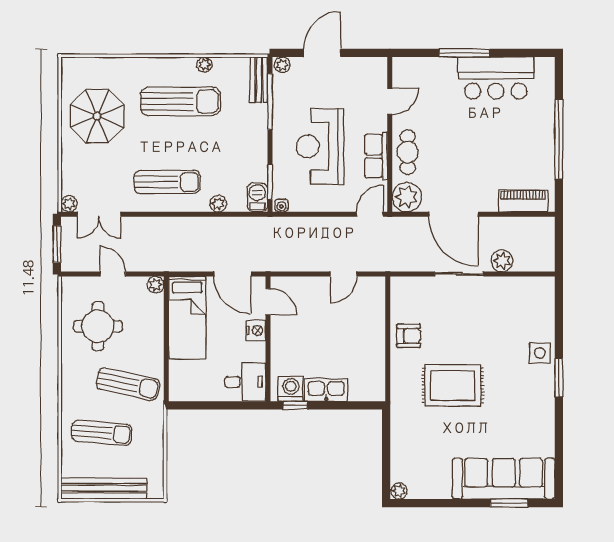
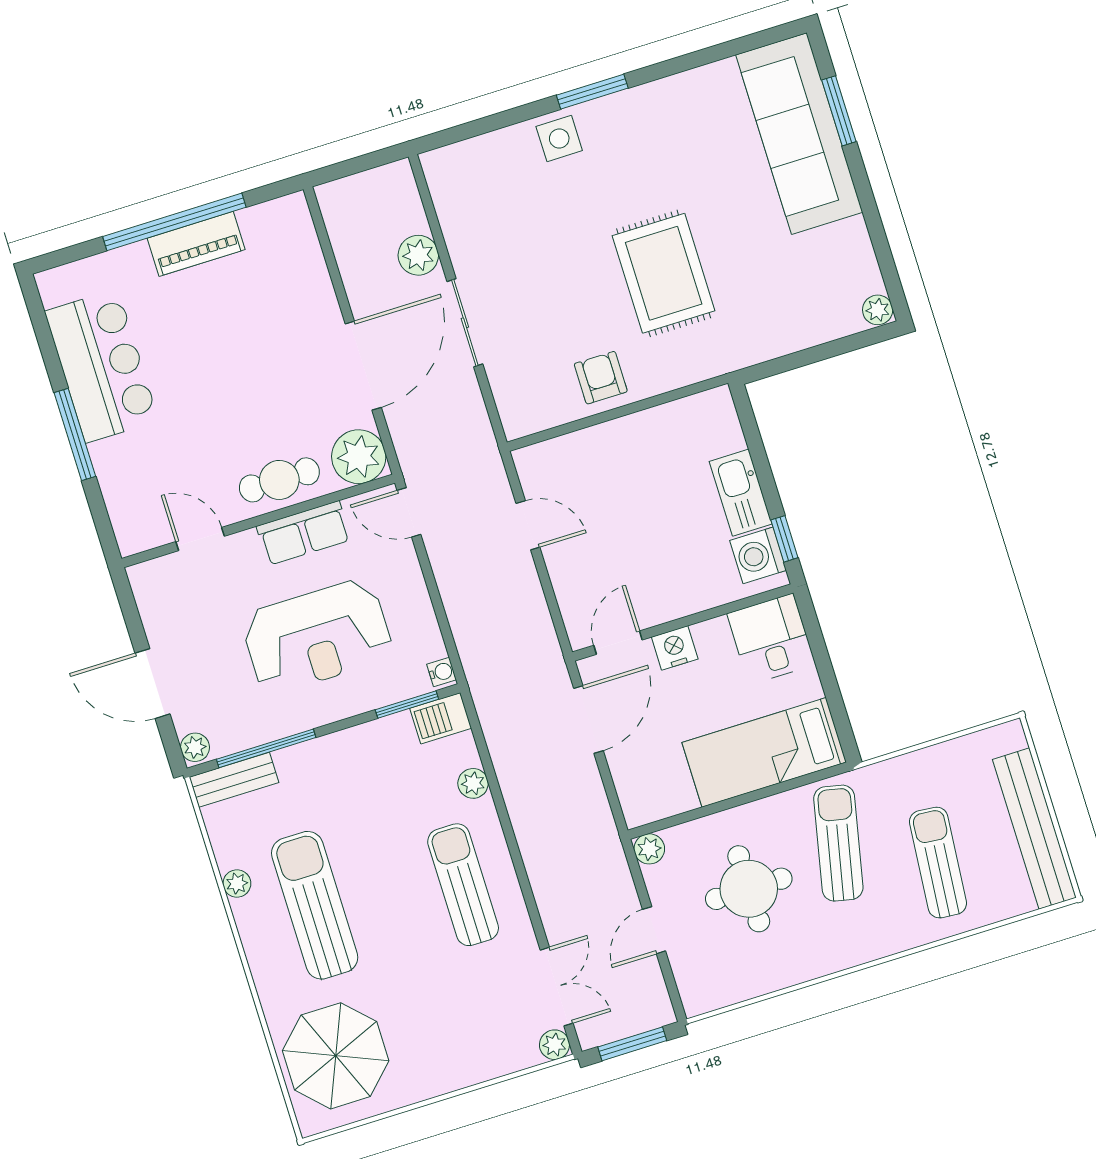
parasol: (97, 116) -> (336, 1056), moved
piano: (523, 201) -> (196, 244), moved, turned -90
bed: (187, 318) -> (764, 752), moved, turned 180
round table: (98, 326) -> (749, 889), moved

